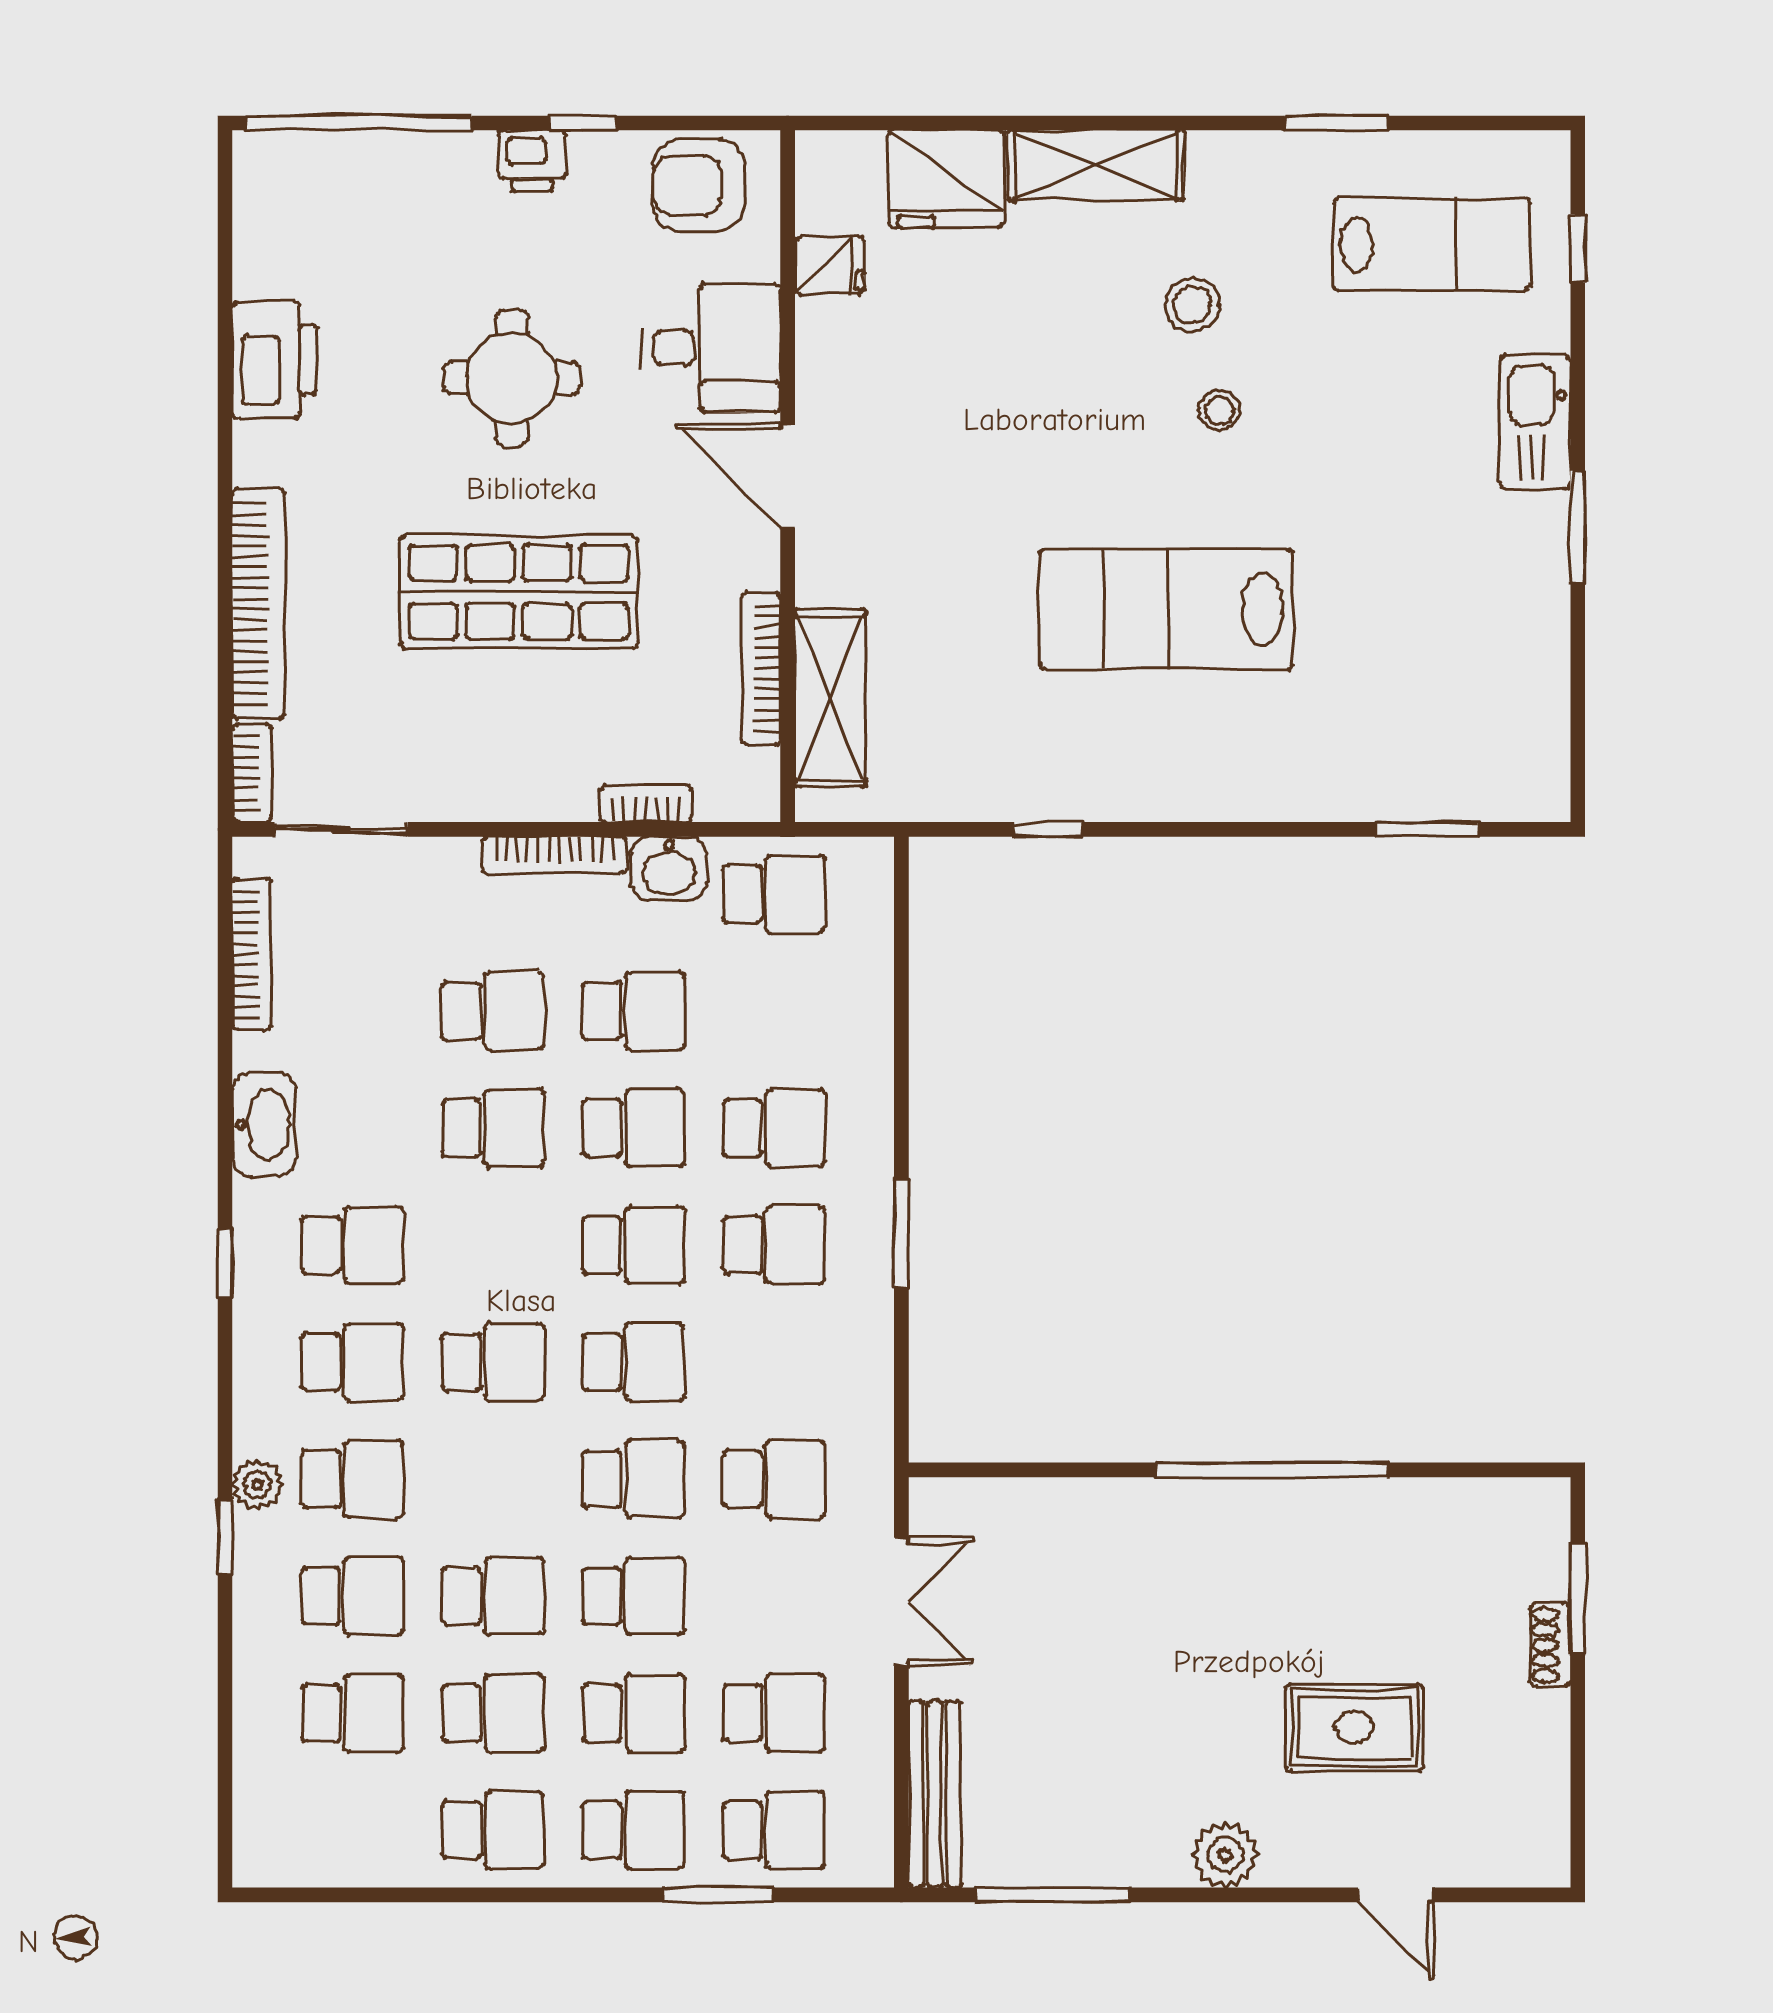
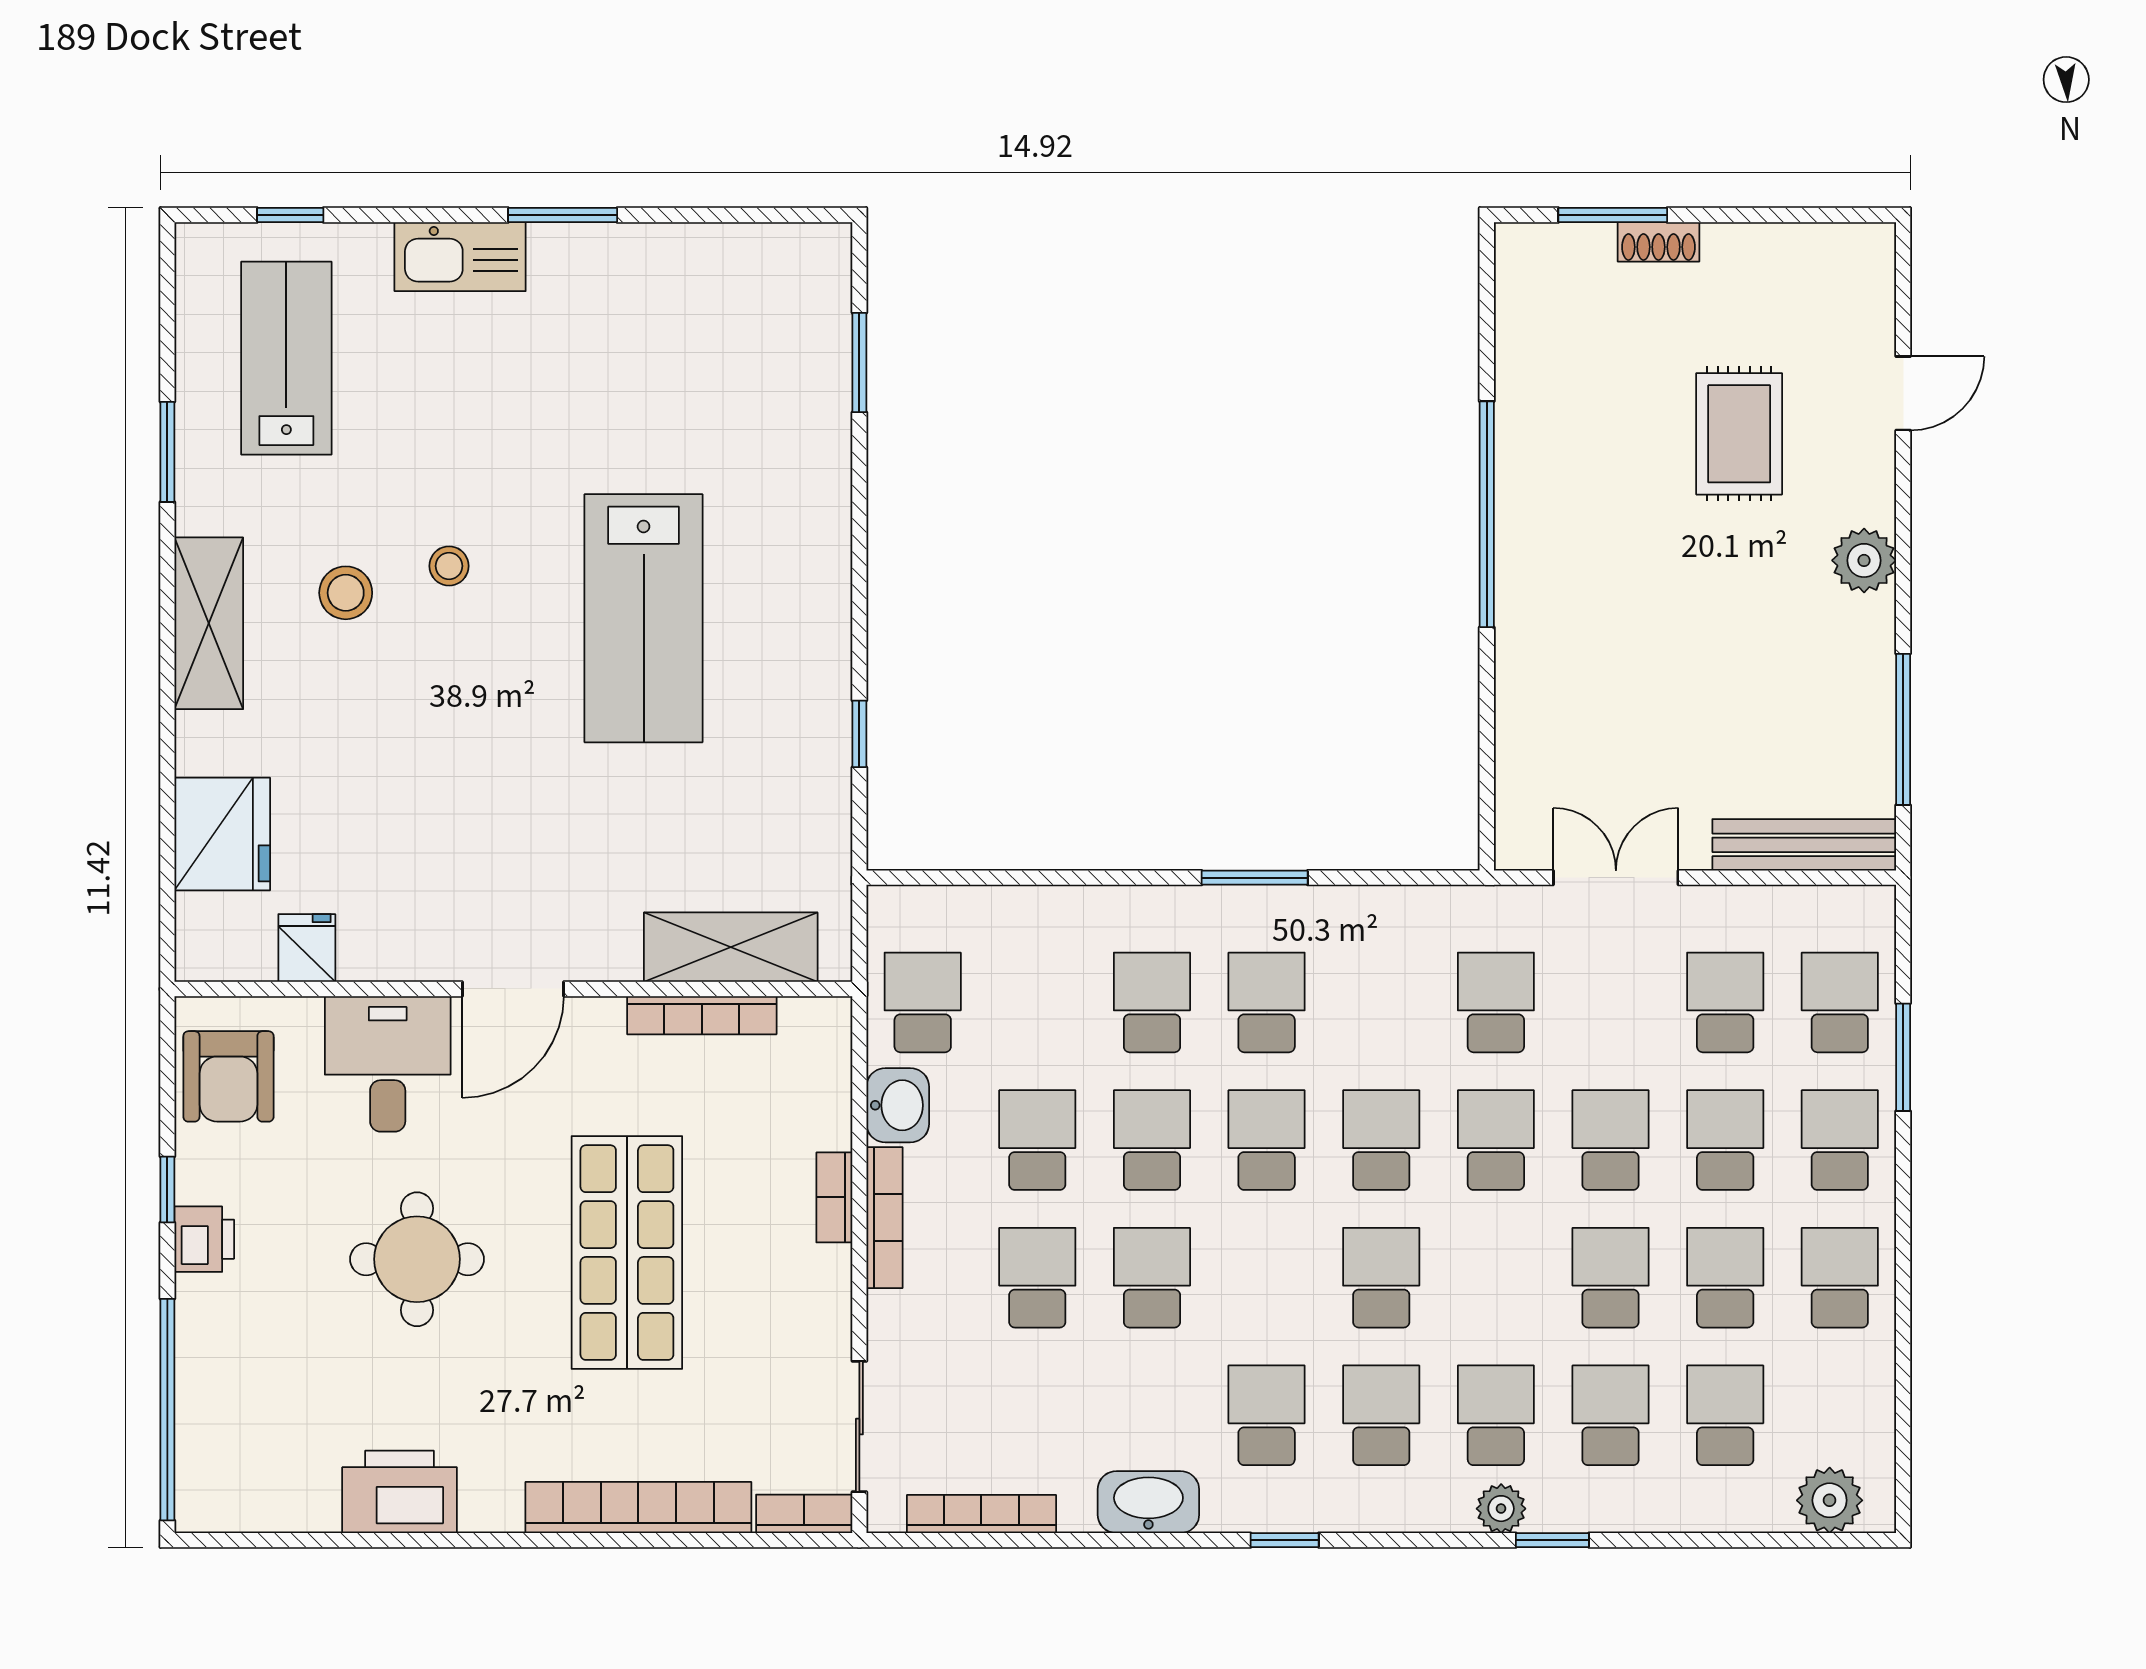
shelving: (1096, 165) -> (209, 623), moved
bookcase: (646, 804) -> (834, 1197), moved
plant: (266, 1820) -> (1830, 1500), added

